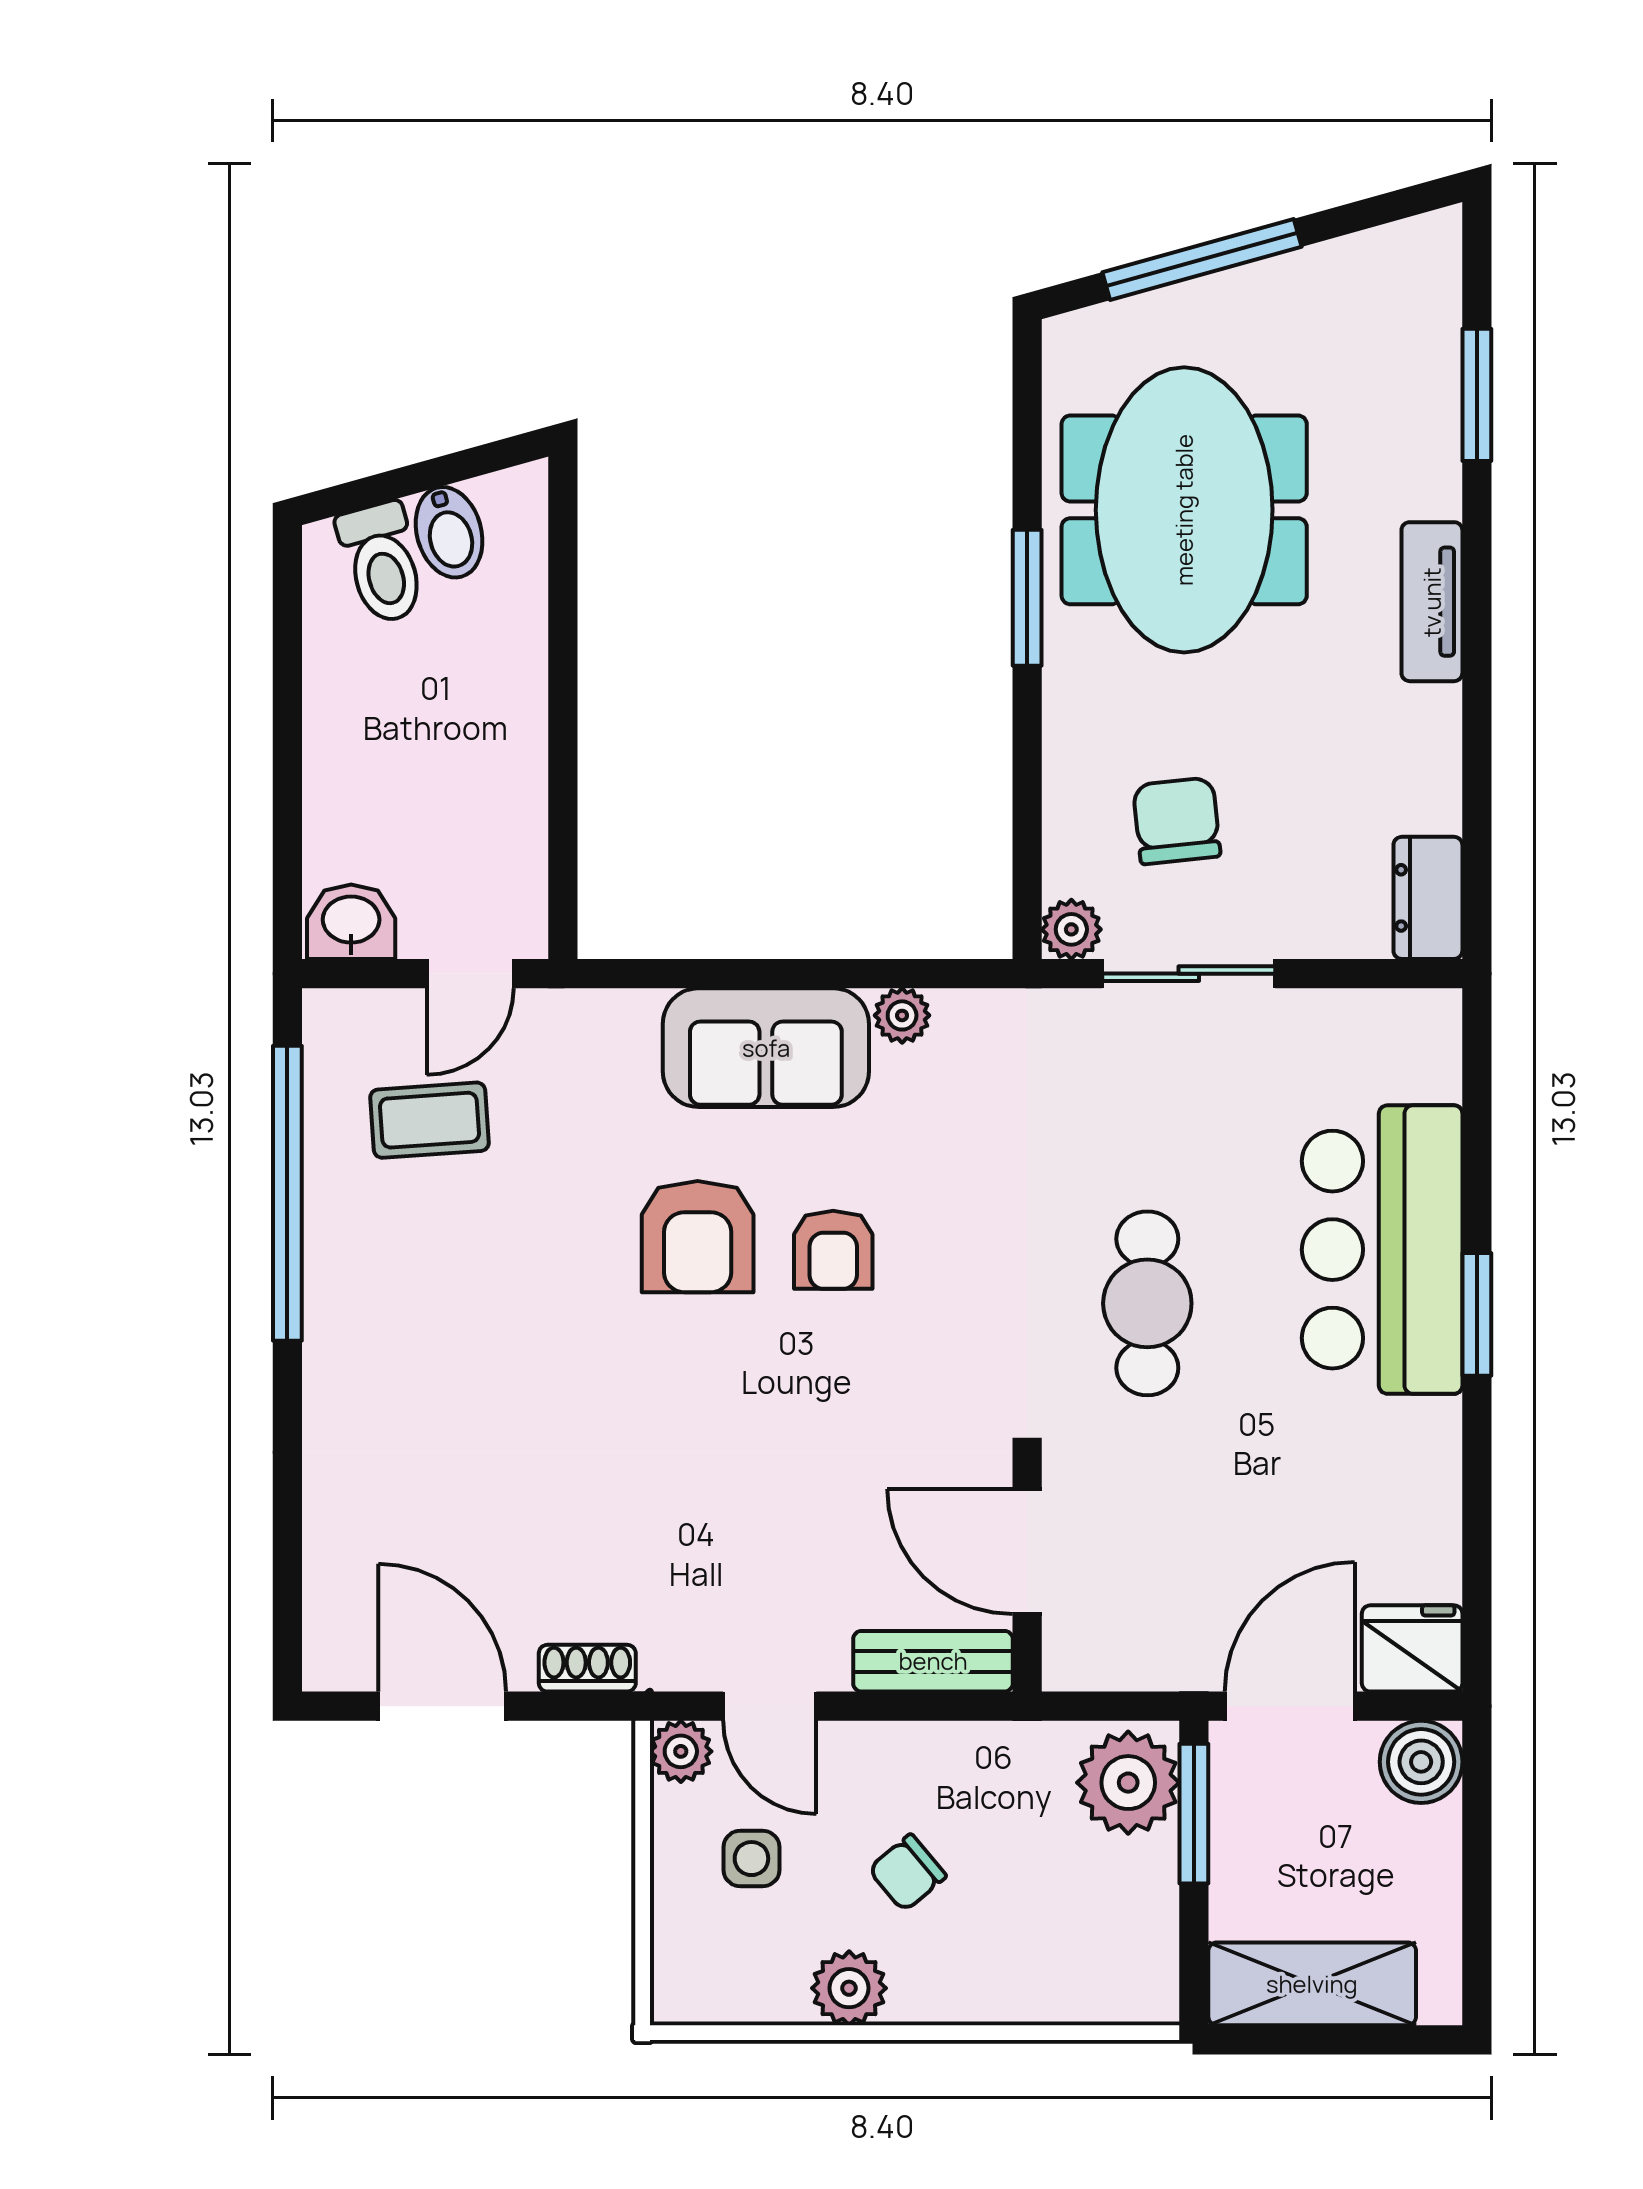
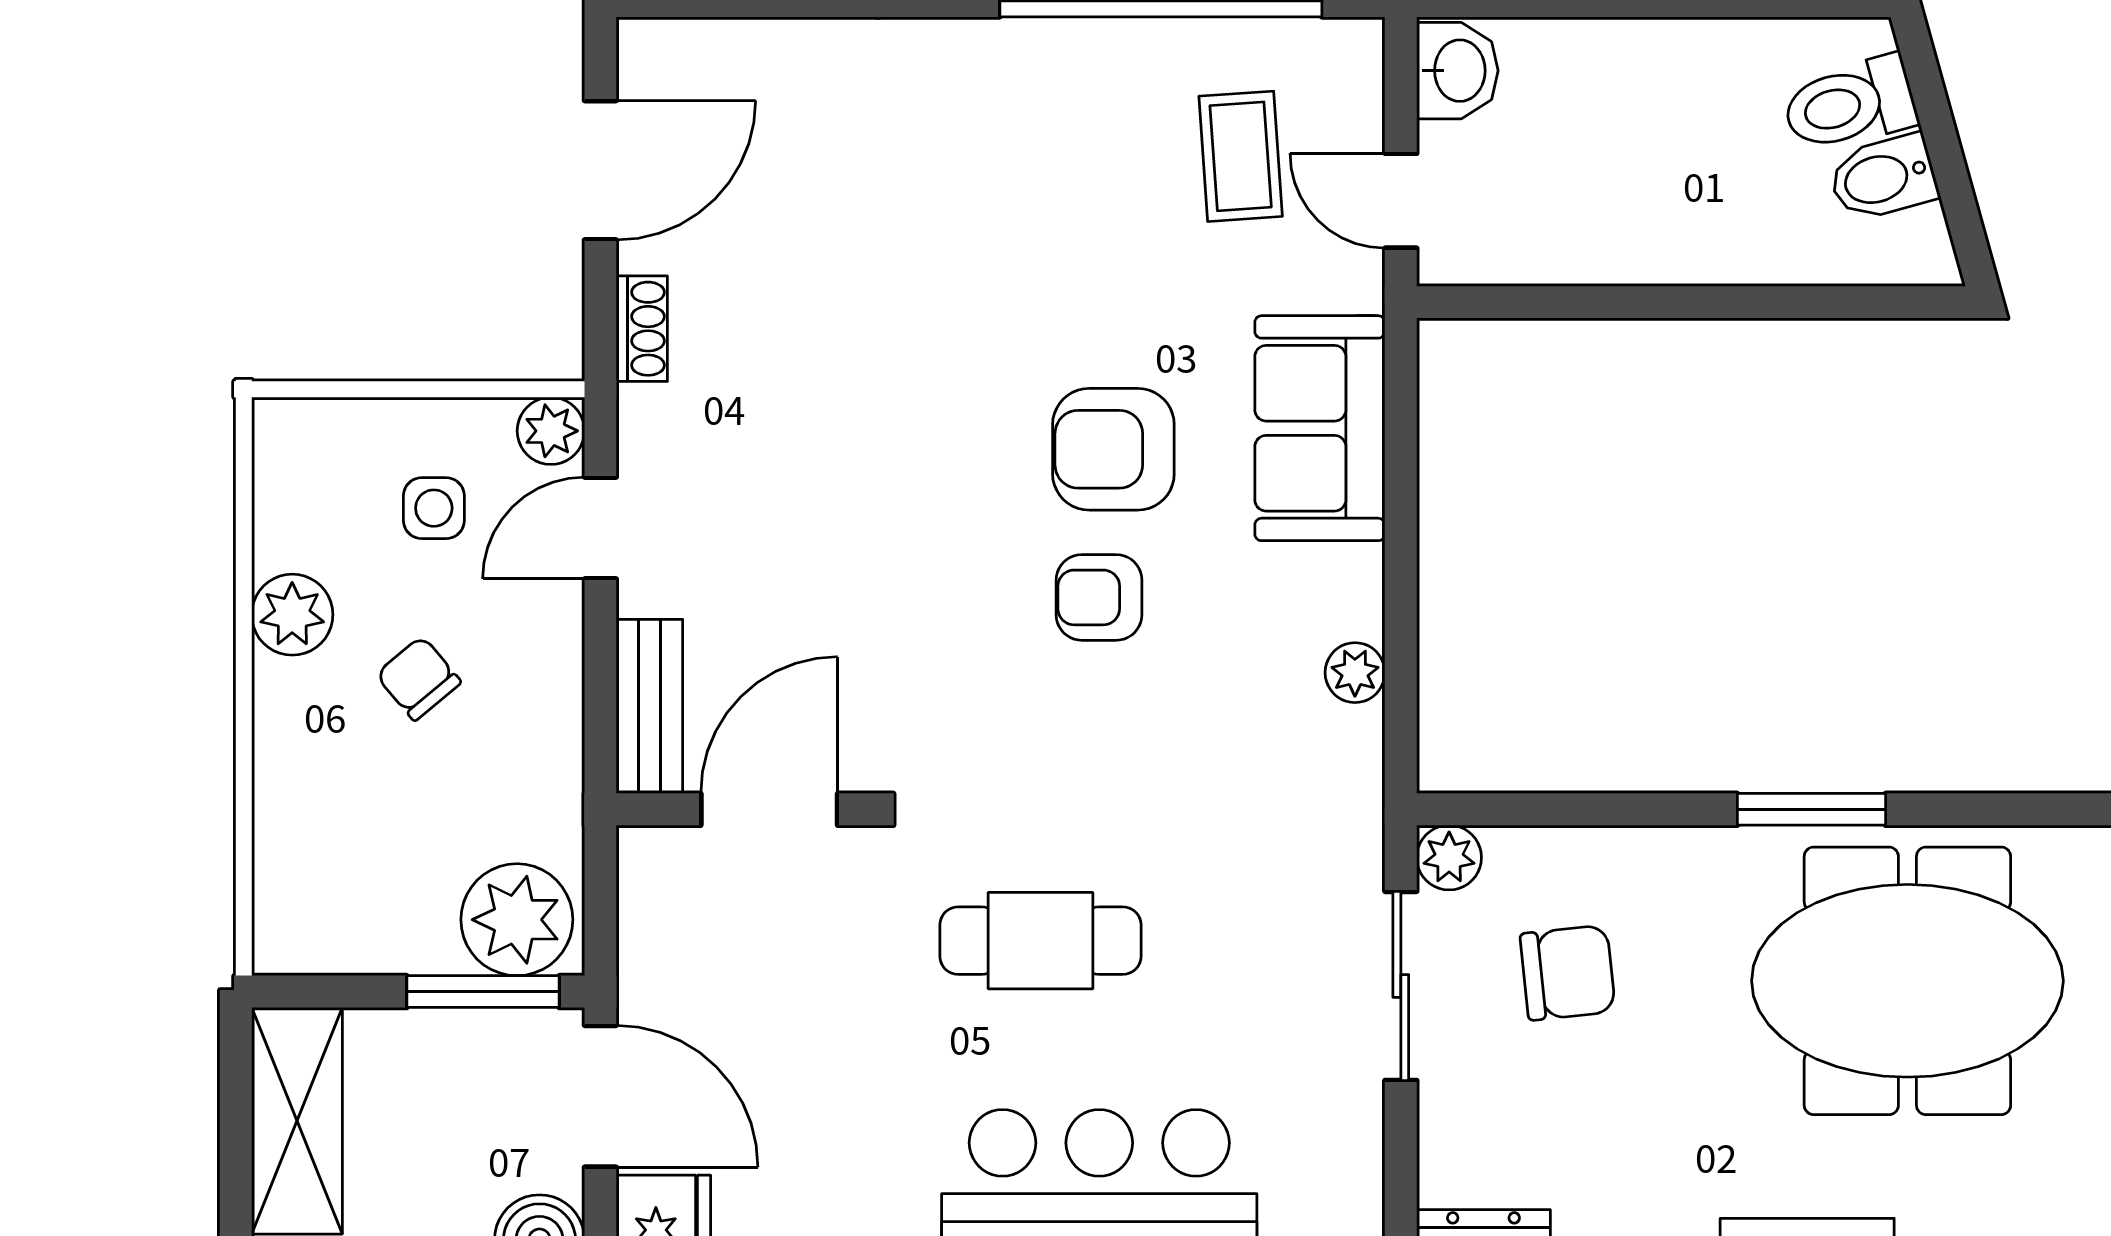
sofa: (766, 1048) -> (1320, 428), moved

